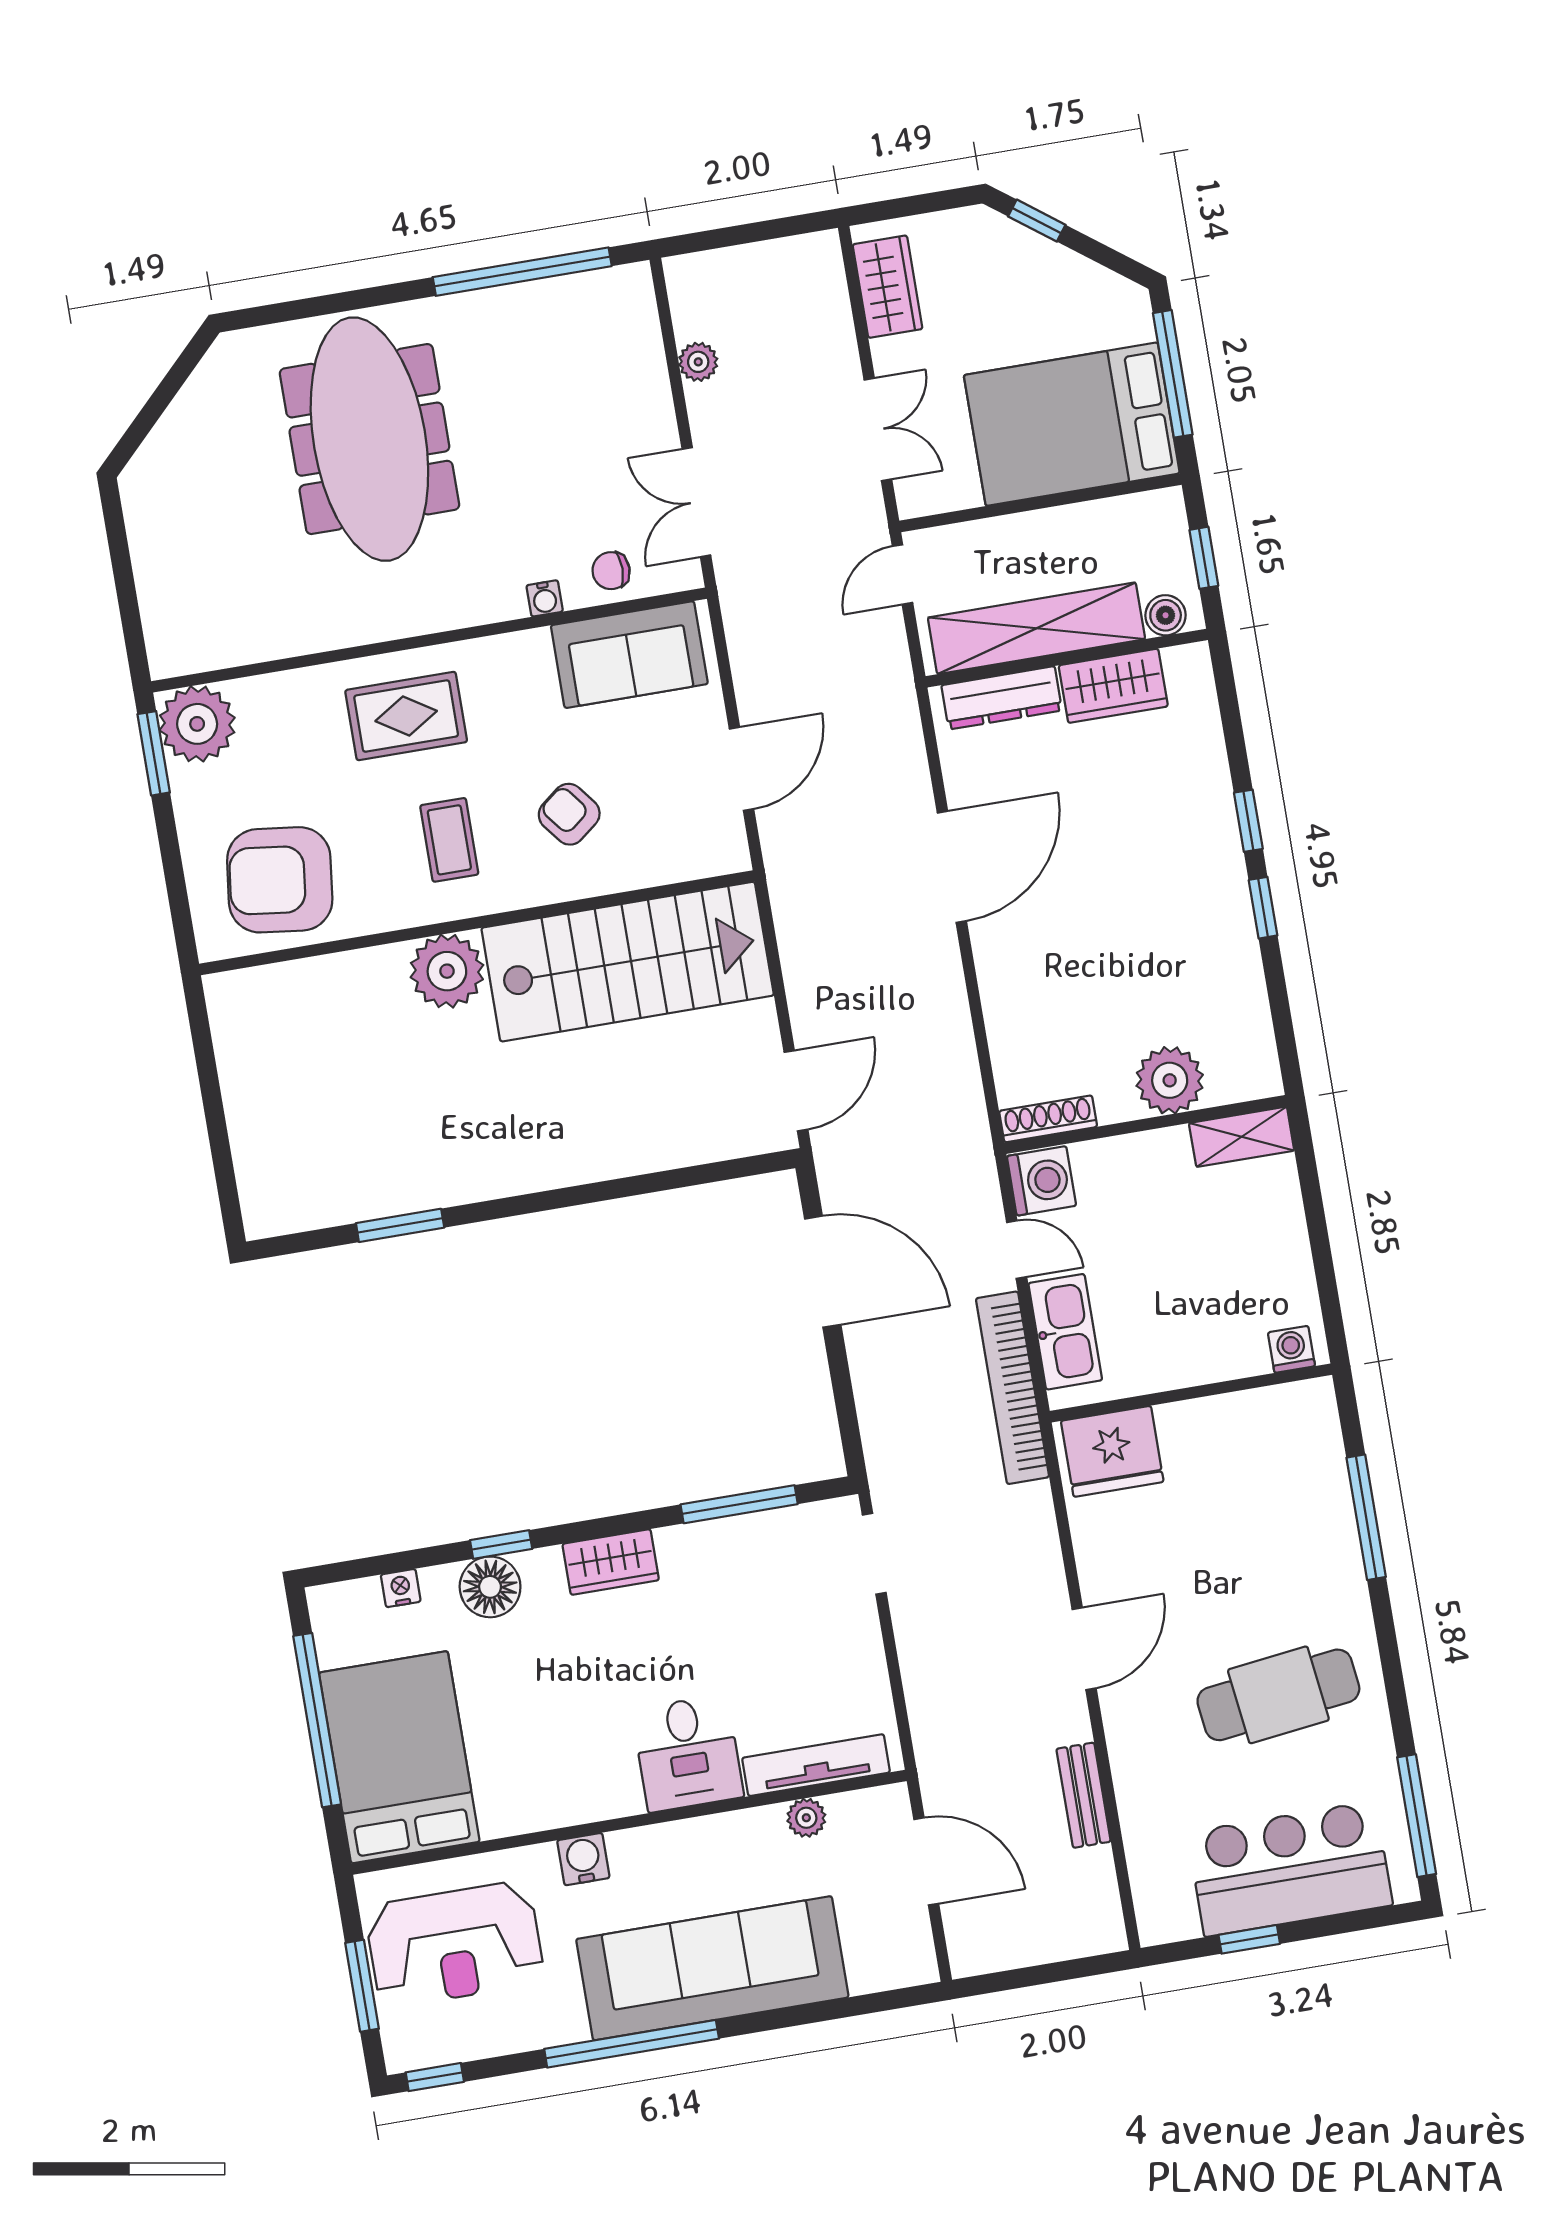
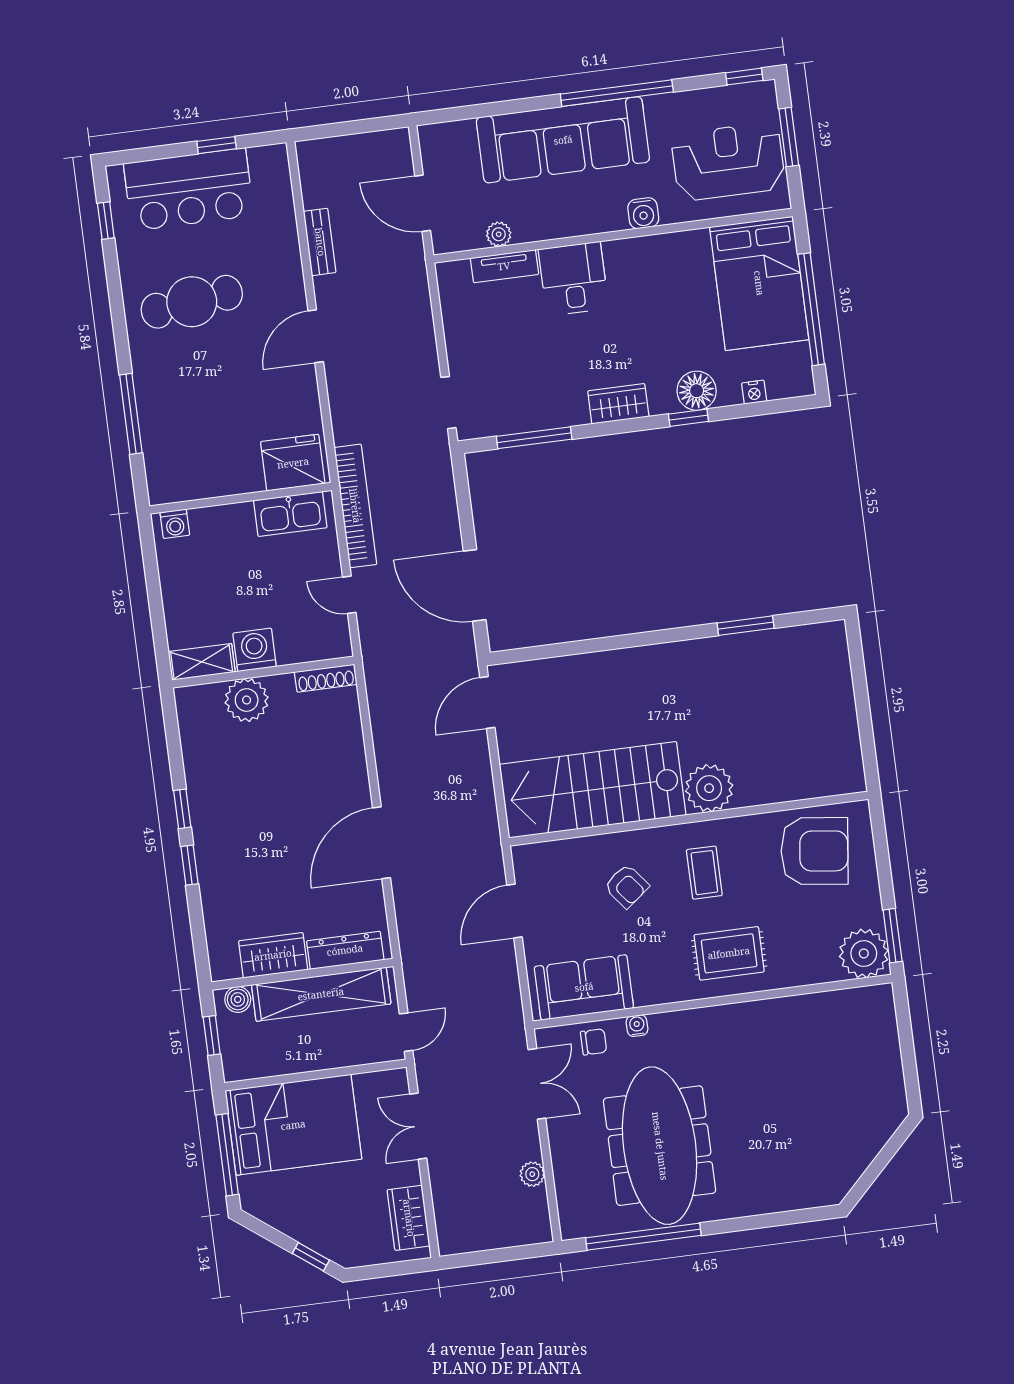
meeting table: (369, 439) -> (660, 1146), moved
washing machine: (1041, 1181) -> (255, 650), moved, turned 90
kitchen sink: (1065, 1332) -> (290, 514), moved, turned -90
tv unit: (816, 1765) -> (504, 266), width x0.71
window: (1417, 1816) -> (106, 221), width x0.46

